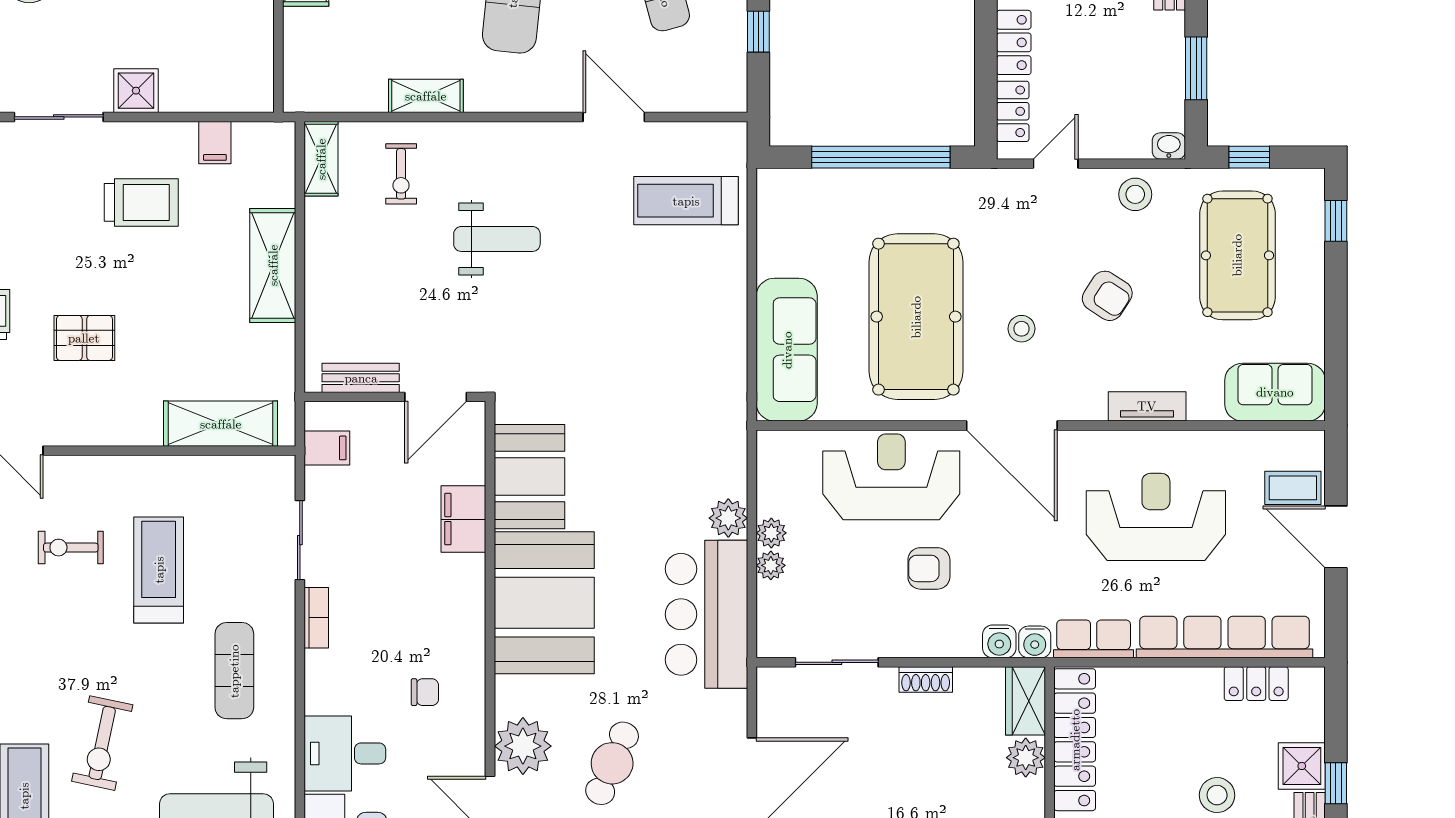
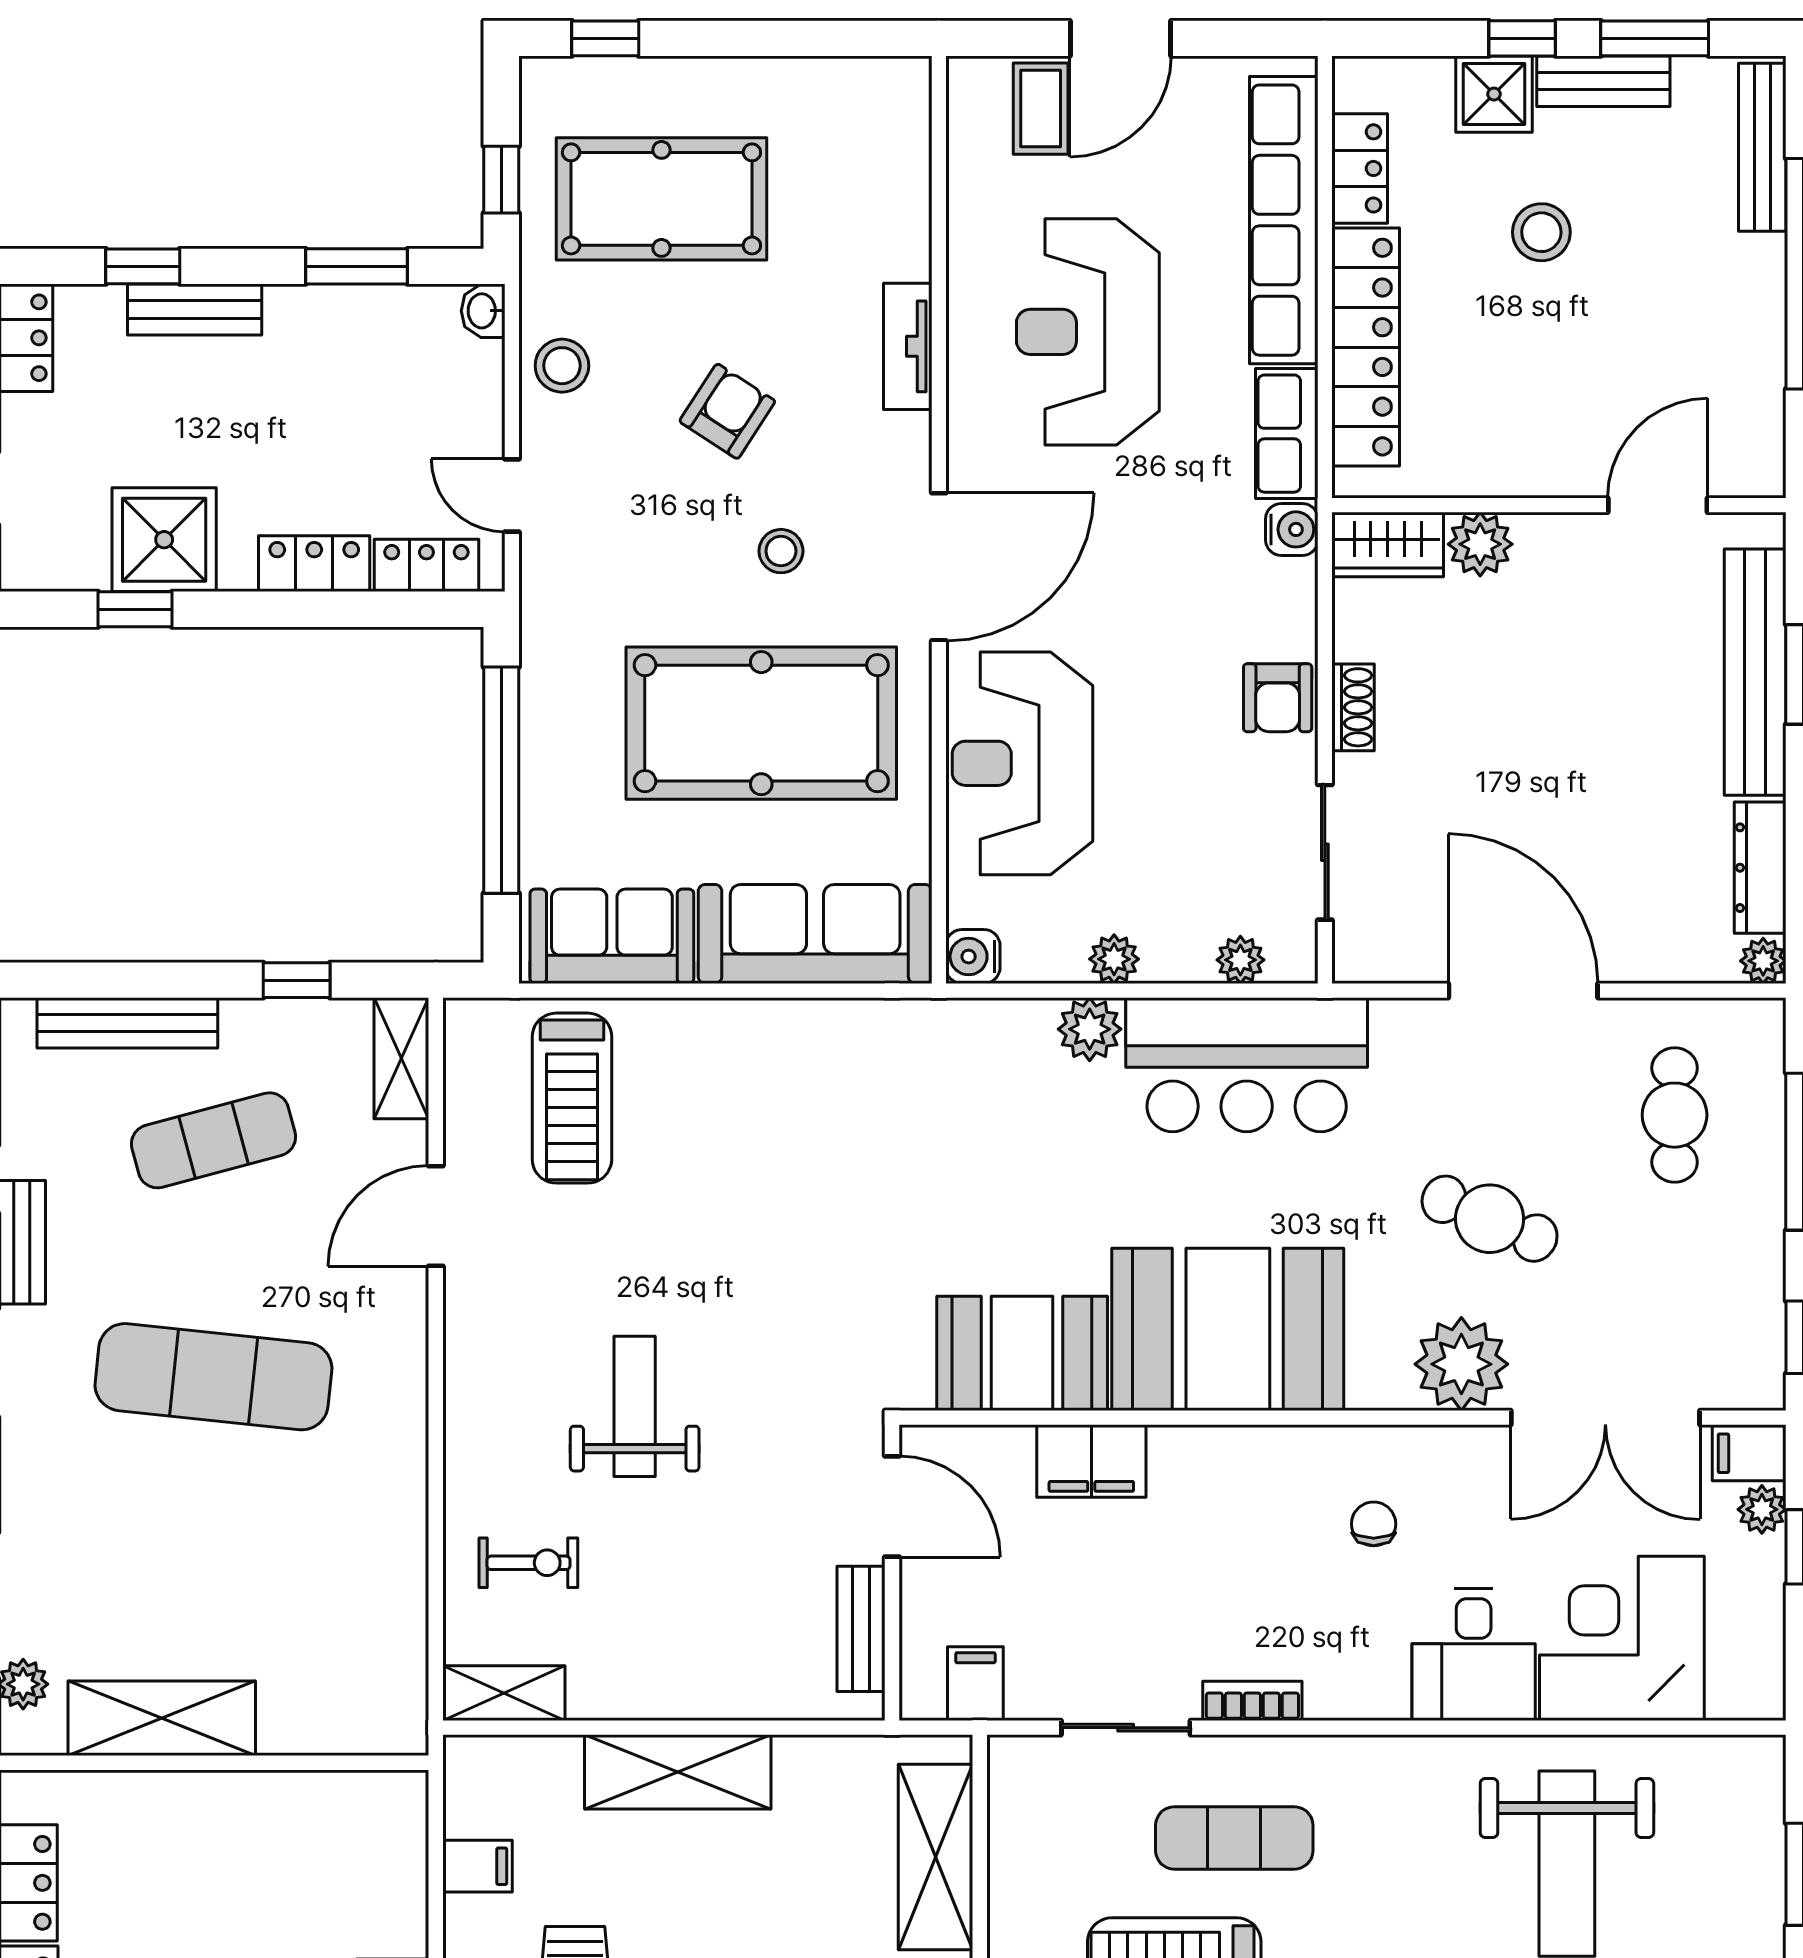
shelving: (426, 96) -> (401, 1058), moved
sofa: (1275, 392) -> (612, 936), moved, turned 90
plant: (771, 565) -> (1240, 960), moved
armchair: (929, 568) -> (1278, 698), moved
water cooler: (999, 641) -> (973, 957), moved, turned 180
exercise mat: (234, 671) -> (1234, 1838), moved
locker: (1075, 740) -> (1366, 347), moved, turned 90

